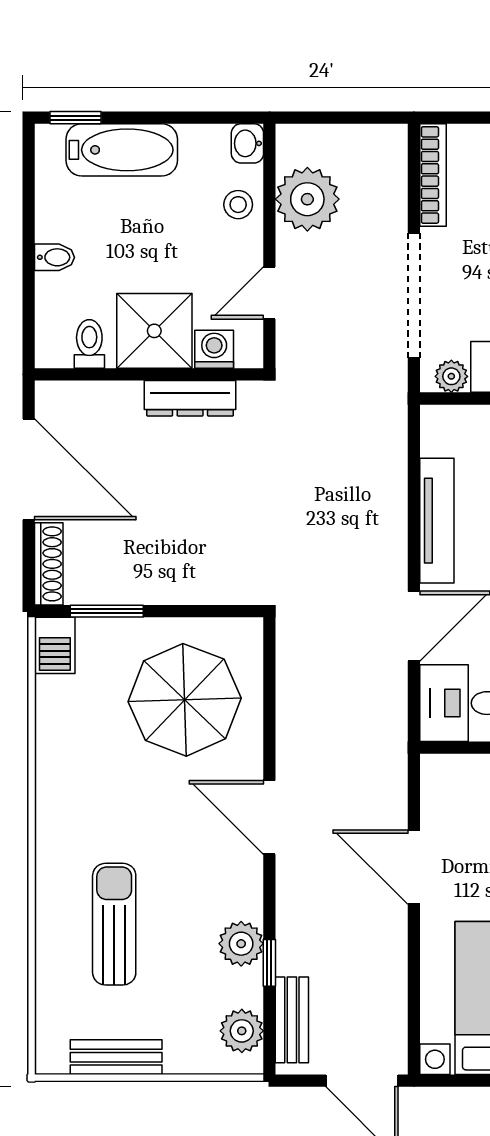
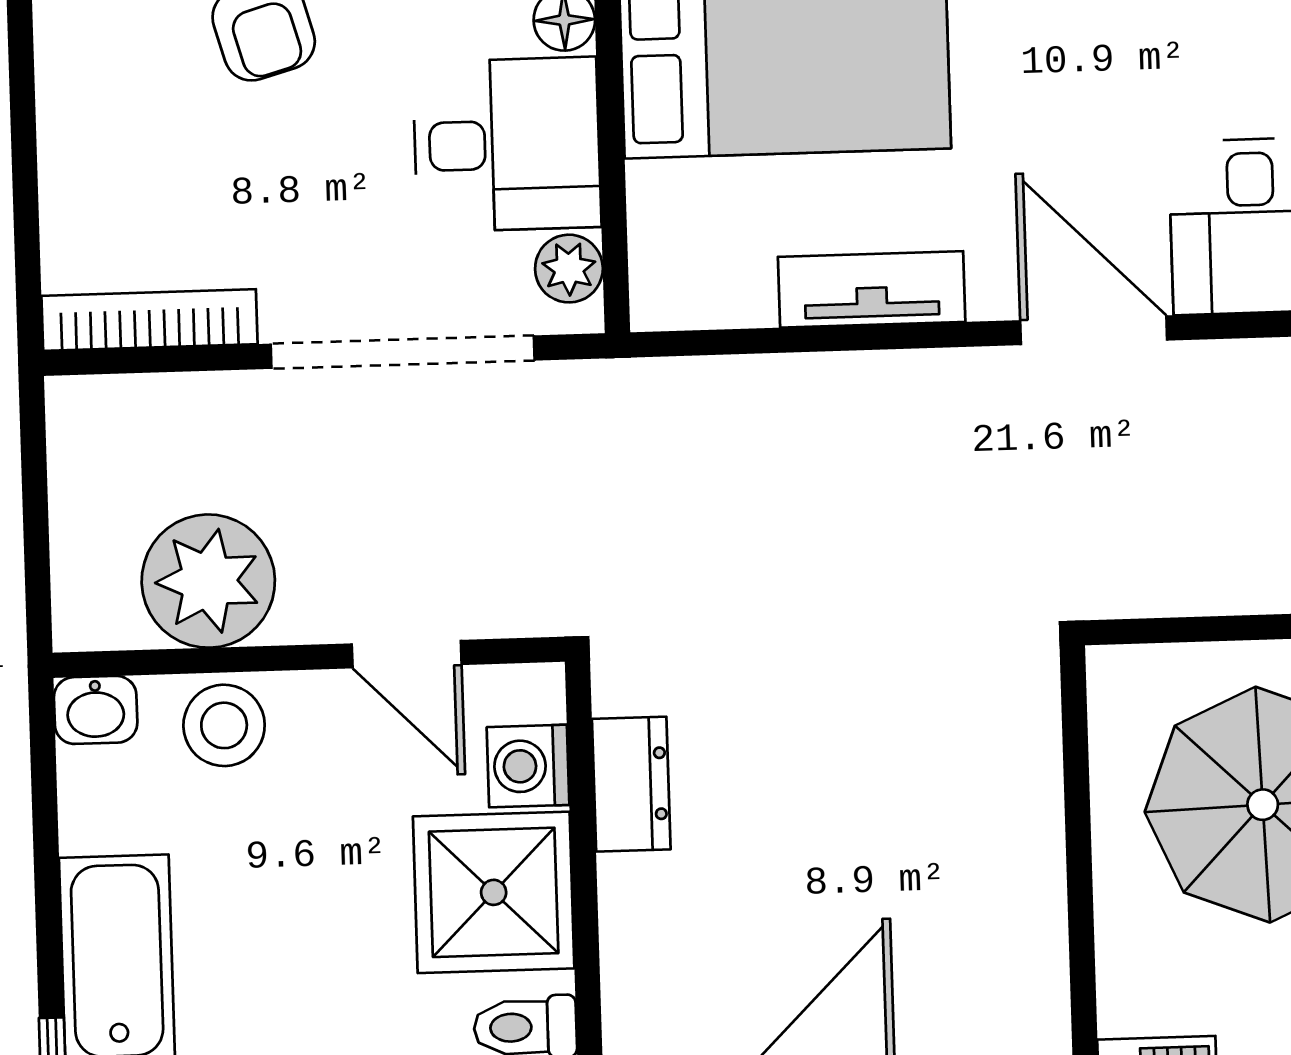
stool: (238, 205) -> (224, 725), width x1.37, depth x1.37
dresser: (190, 398) -> (631, 784), width x0.70
tv unit: (437, 521) -> (872, 289), width x0.71
window: (107, 611) -> (1083, 973), removed

